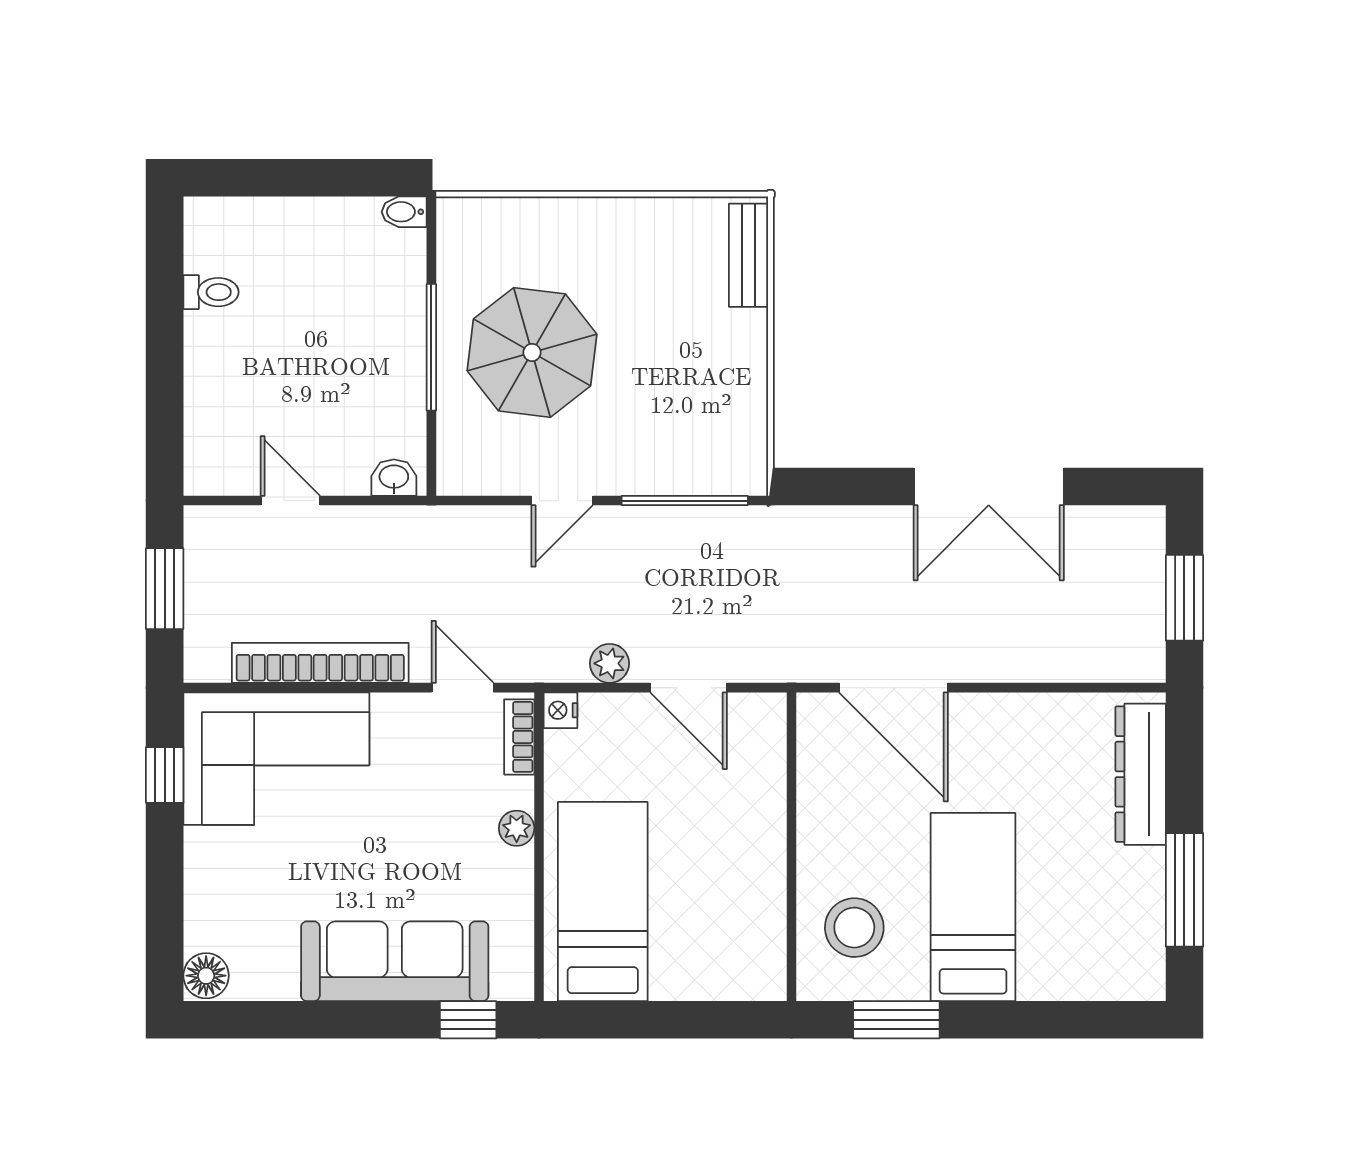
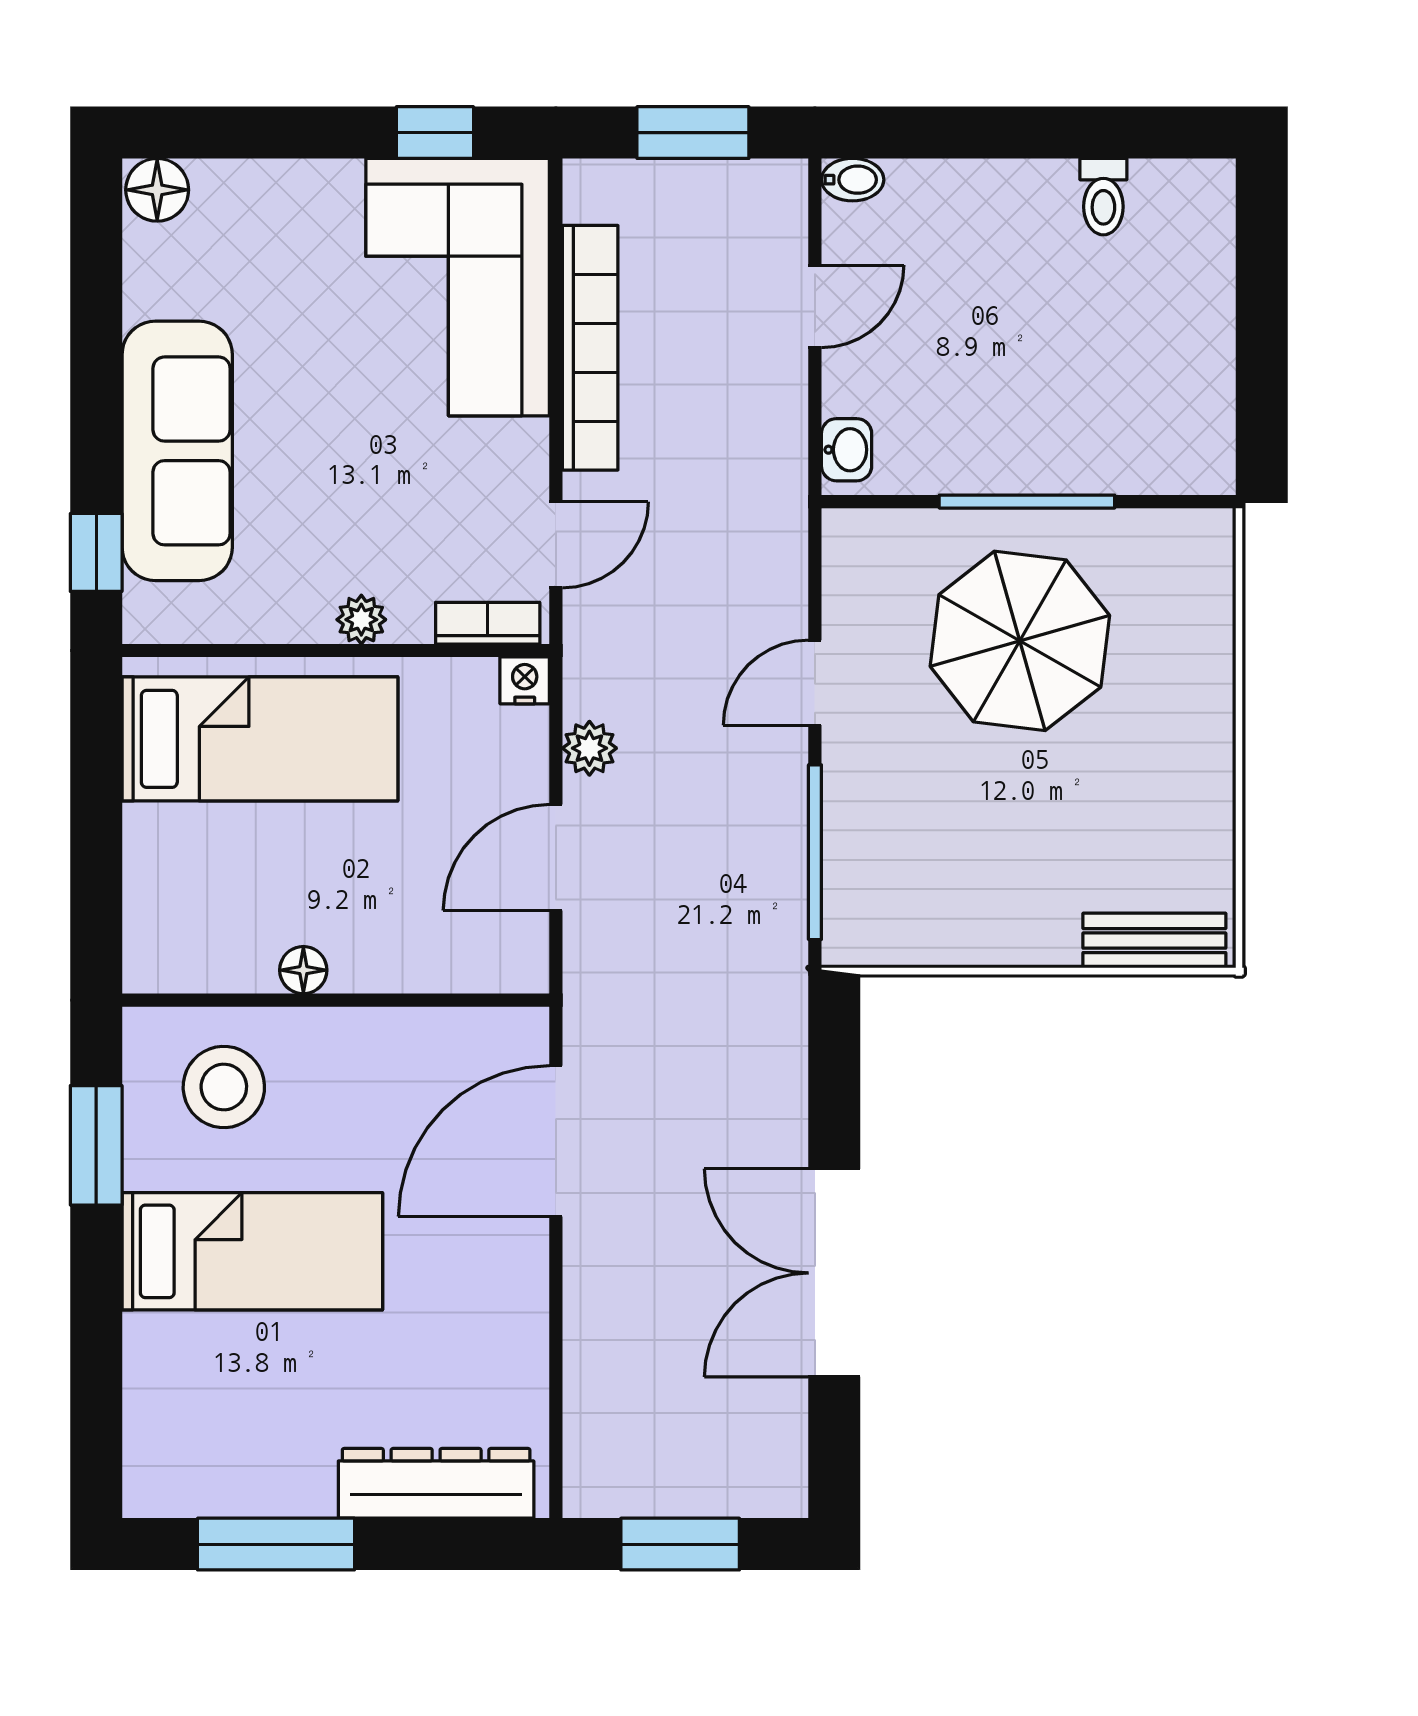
bidet: (404, 212) -> (853, 180), moved, turned 90
door: (562, 501) -> (815, 683), hinge flipped
floor lamp: (770, 870) -> (303, 970), added

